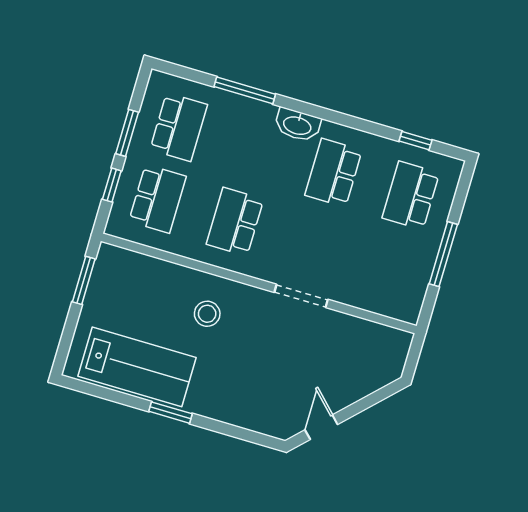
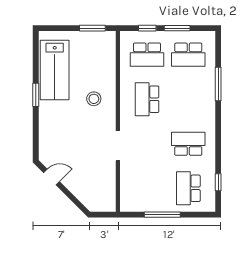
washbasin: (297, 125) -> (208, 117), removed
school desk: (411, 195) -> (188, 188), turned -90
school desk: (235, 222) -> (147, 99), turned -90

